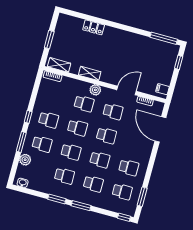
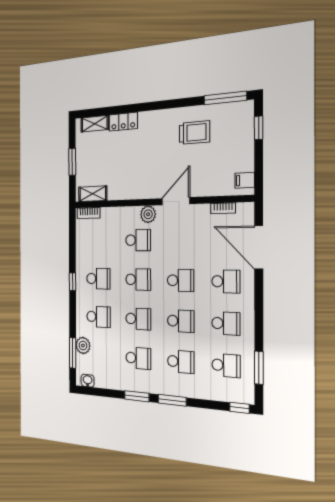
trolley: (139, 51) -> (194, 133), added
shelving: (90, 73) -> (95, 124), moved
door: (126, 90) -> (176, 201), moved
school desk: (113, 111) -> (226, 281), moved
window: (21, 142) -> (73, 353), moved

